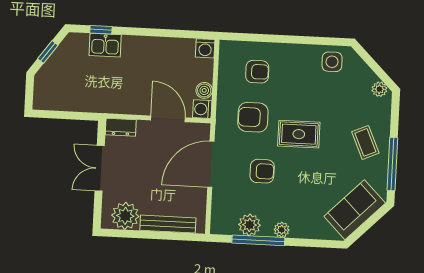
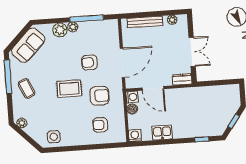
kitchen sink: (105, 45) -> (162, 132), moved
plant: (125, 216) -> (172, 20), width x0.53, depth x0.53
plant: (250, 225) -> (60, 30), moved

